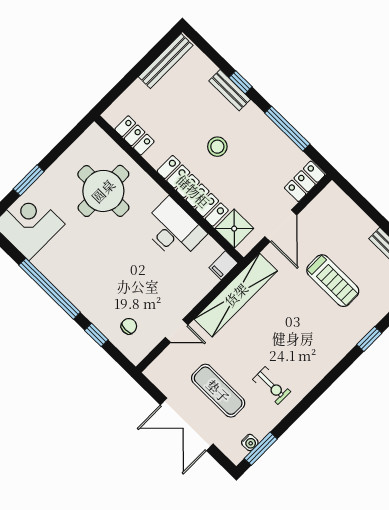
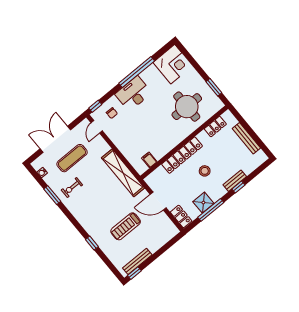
bench: (166, 61) -> (246, 138), moved
window: (29, 180) -> (214, 87), moved
shower: (234, 229) -> (203, 203), moved
desk: (174, 230) -> (133, 94), moved, turned 180
filing cabinet: (223, 265) -> (149, 160), moved
door: (177, 331) -> (97, 127), moved
window: (96, 335) -> (95, 106), moved
window: (261, 449) -> (52, 195), moved

